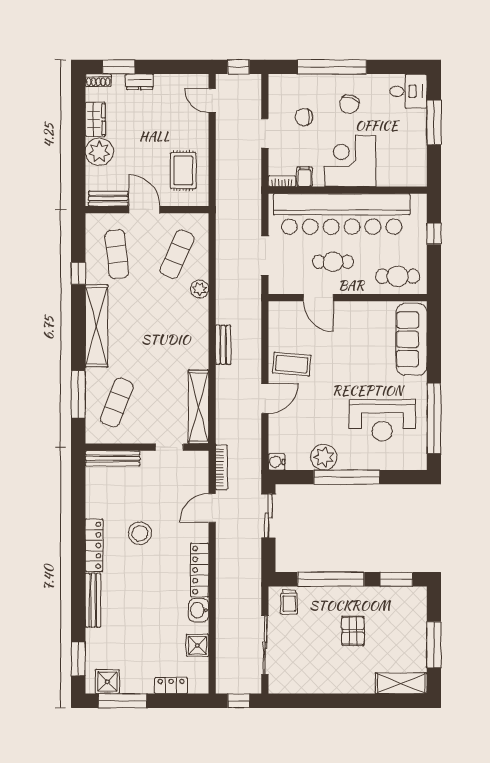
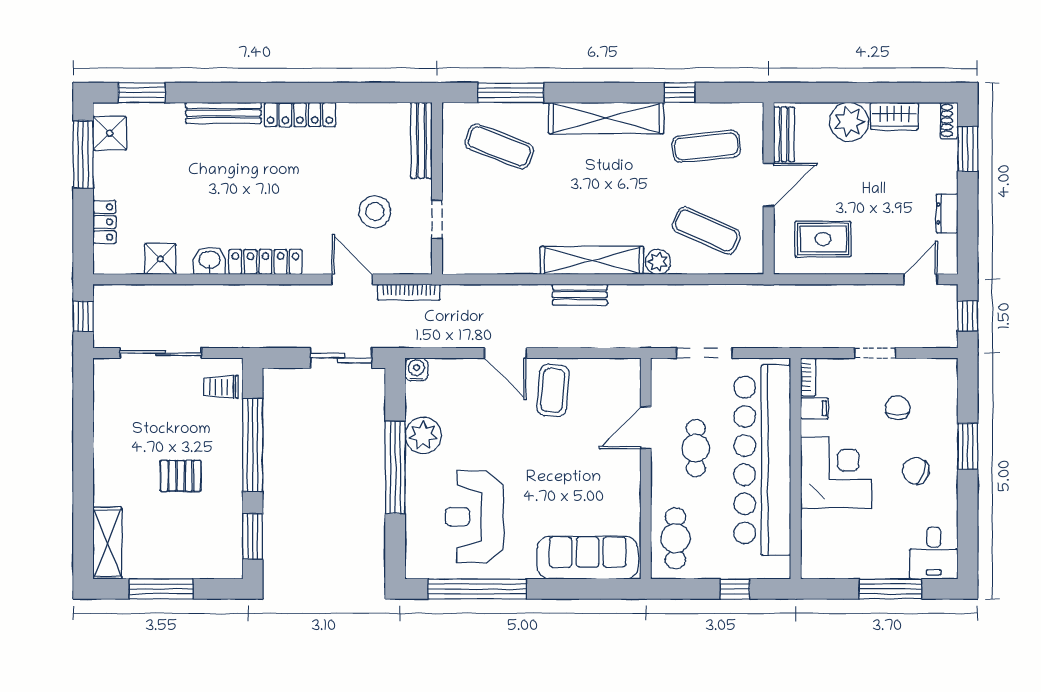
window: (332, 67) -> (968, 446), width x0.47
dresser: (140, 82) -> (947, 213), moved
shelving: (198, 407) -> (592, 260), moved
stool: (140, 533) -> (375, 212), moved

